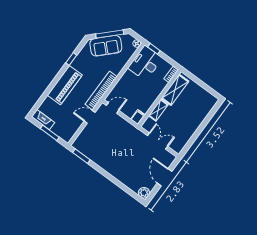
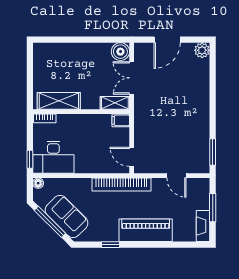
shelving: (158, 110) -> (115, 103), moved
door: (90, 117) -> (176, 176), moved
boiler: (177, 146) -> (120, 52), added

